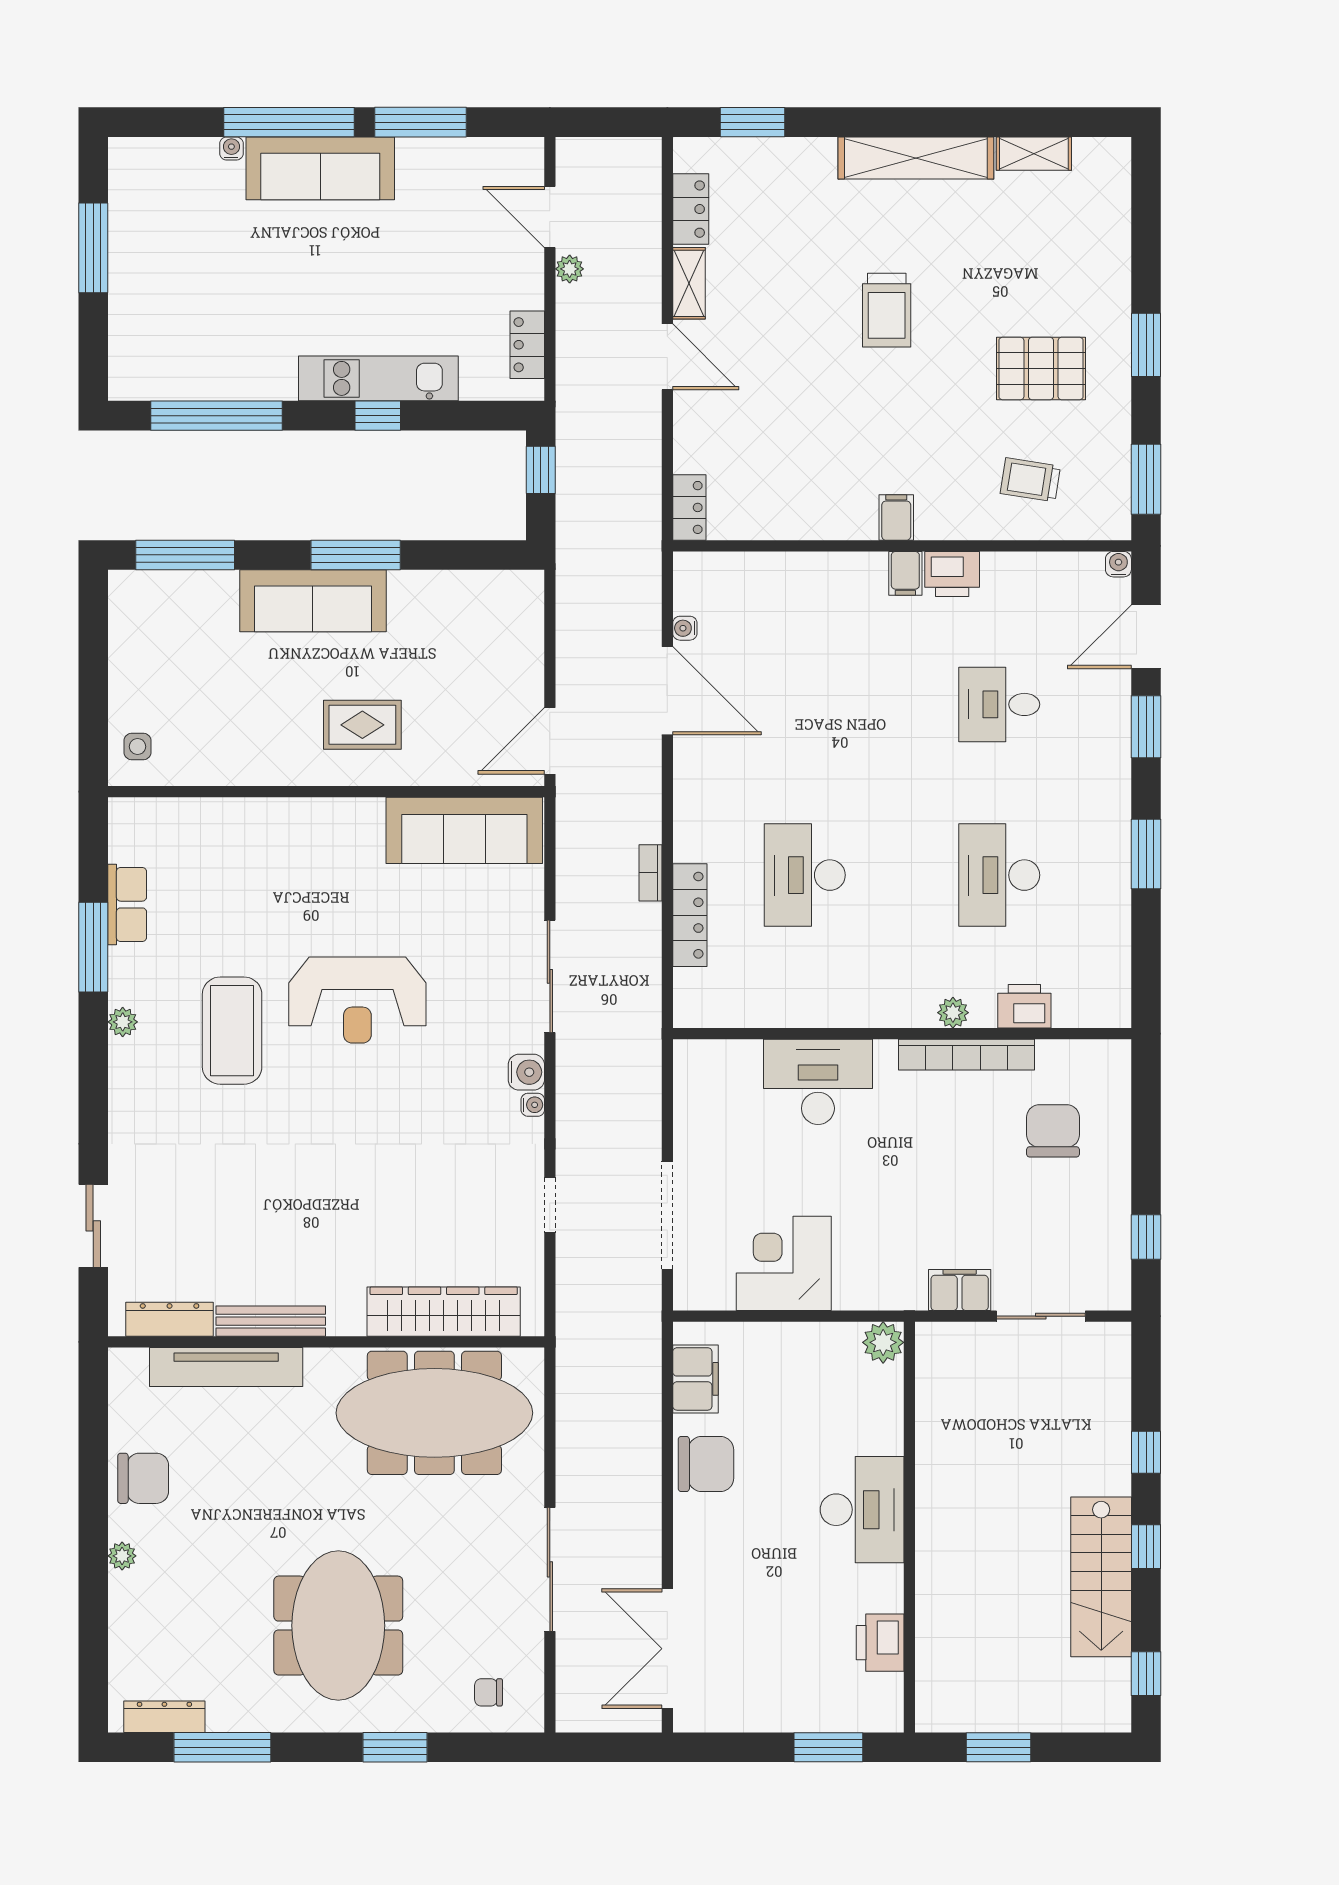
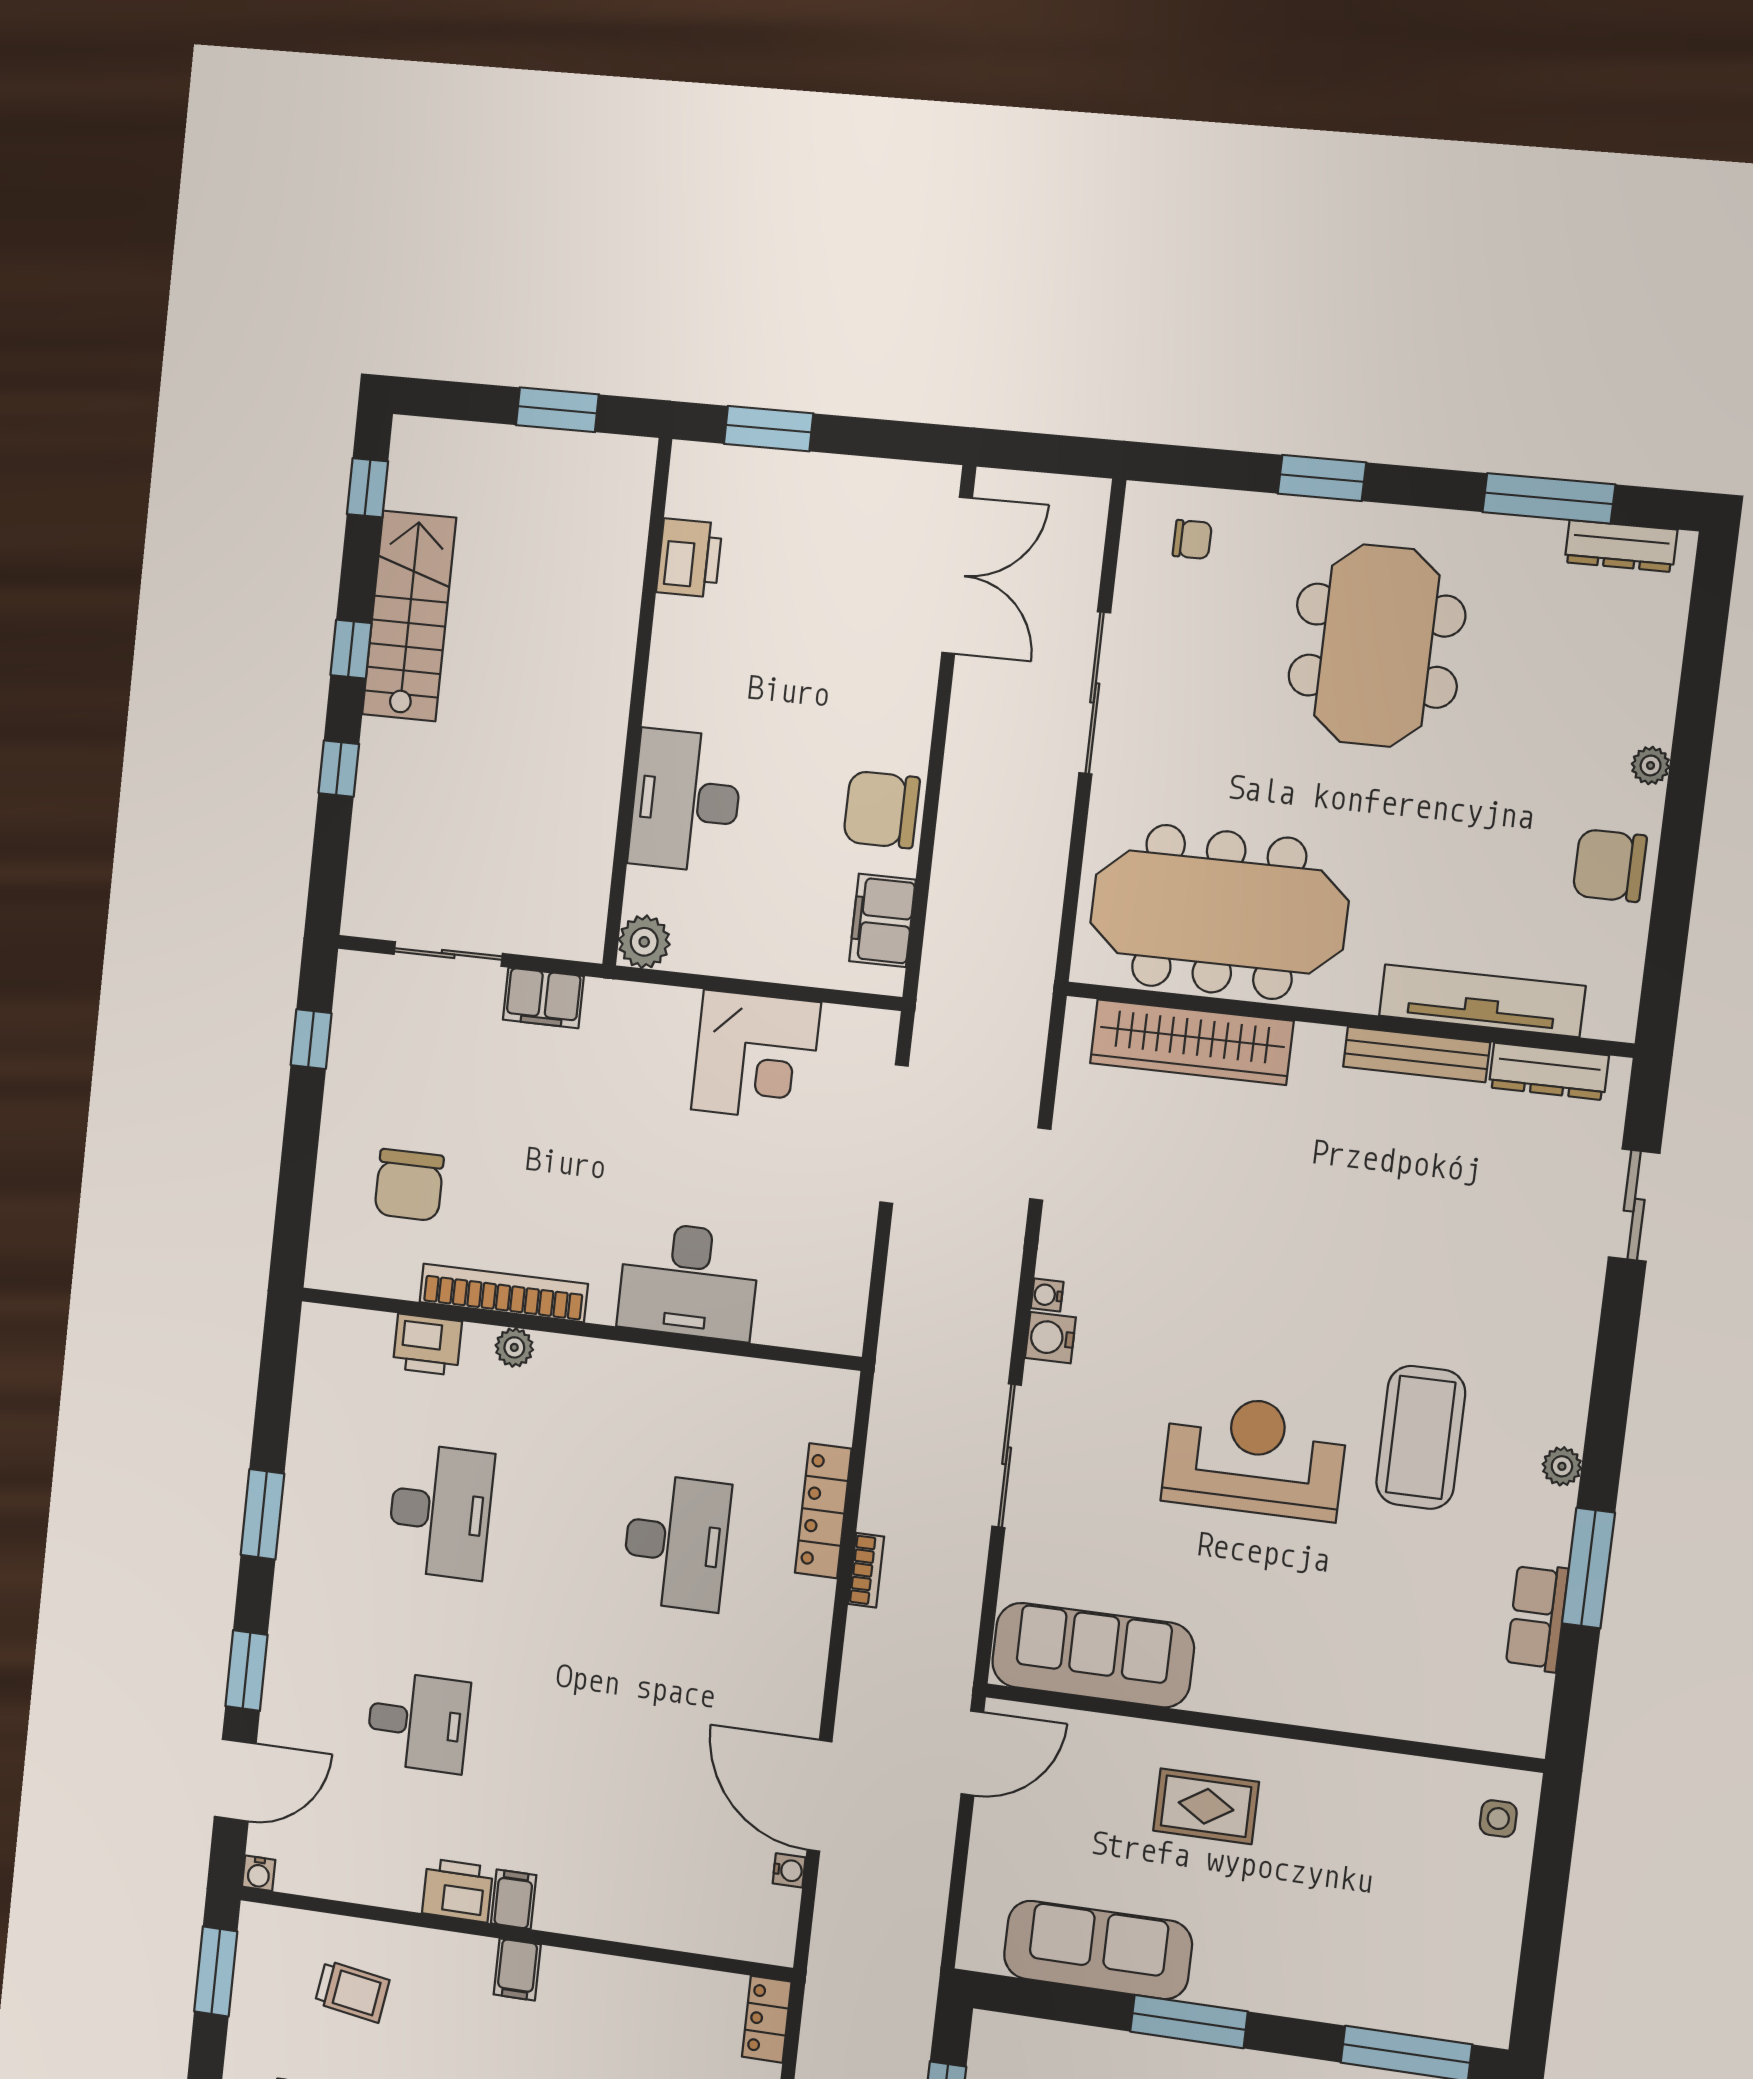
sofa: (313, 601) -> (1098, 1950), moved
desk: (862, 1510) -> (686, 801), moved

